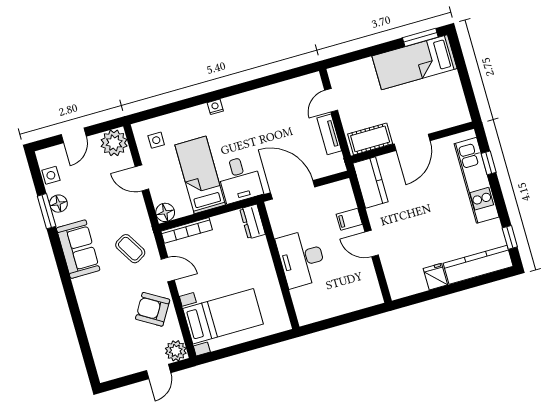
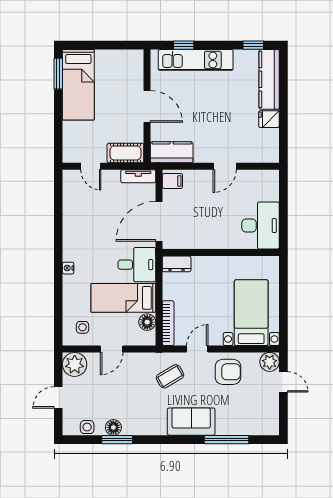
tv unit: (329, 134) -> (138, 176), moved
door: (74, 135) -> (58, 397), swing flipped
cot: (370, 139) -> (125, 153), moved, turned 90
floor lamp: (165, 212) -> (147, 322), moved
filing cabinet: (349, 219) -> (172, 181), moved, turned -90
sofa: (78, 249) -> (191, 422), moved
desk: (302, 259) -> (261, 226), moved, turned -90
armchair: (153, 309) -> (228, 372), turned -121
window: (80, 328) -> (226, 440), added

